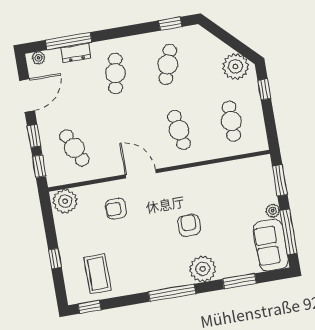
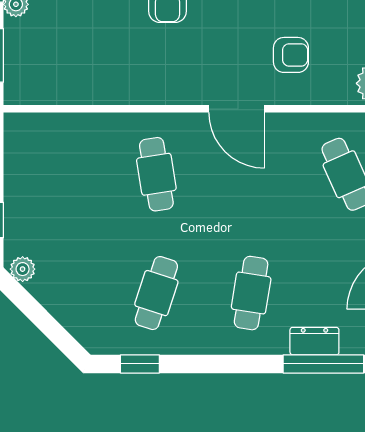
plant: (235, 66) -> (23, 269), width x0.53, depth x0.53
cafe table: (231, 121) -> (62, 174), removed

